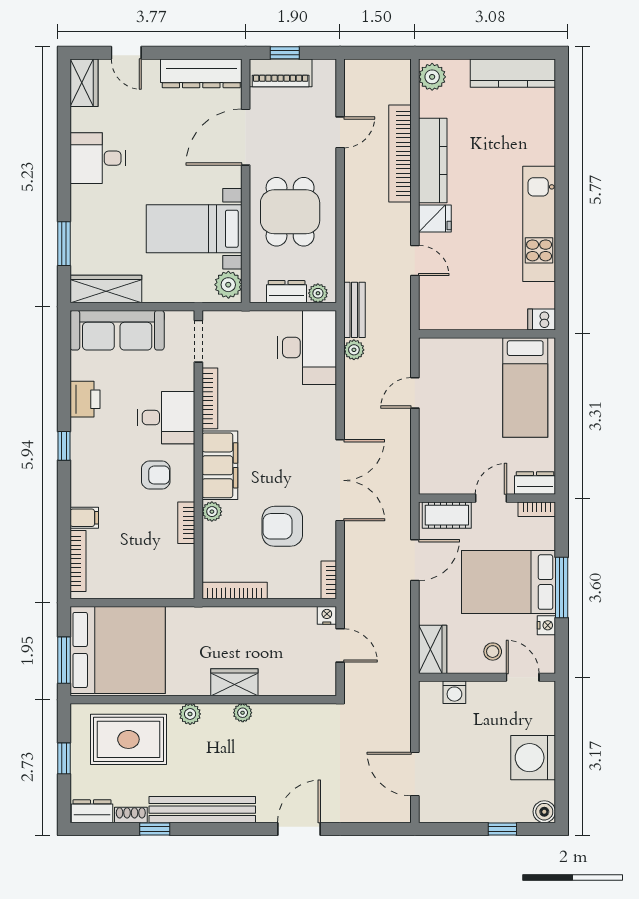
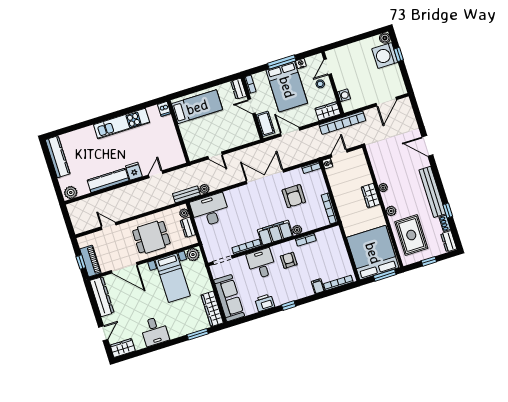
bookcase: (400, 153) -> (342, 123), moved
washing machine: (533, 758) -> (385, 55), moved, turned 90

